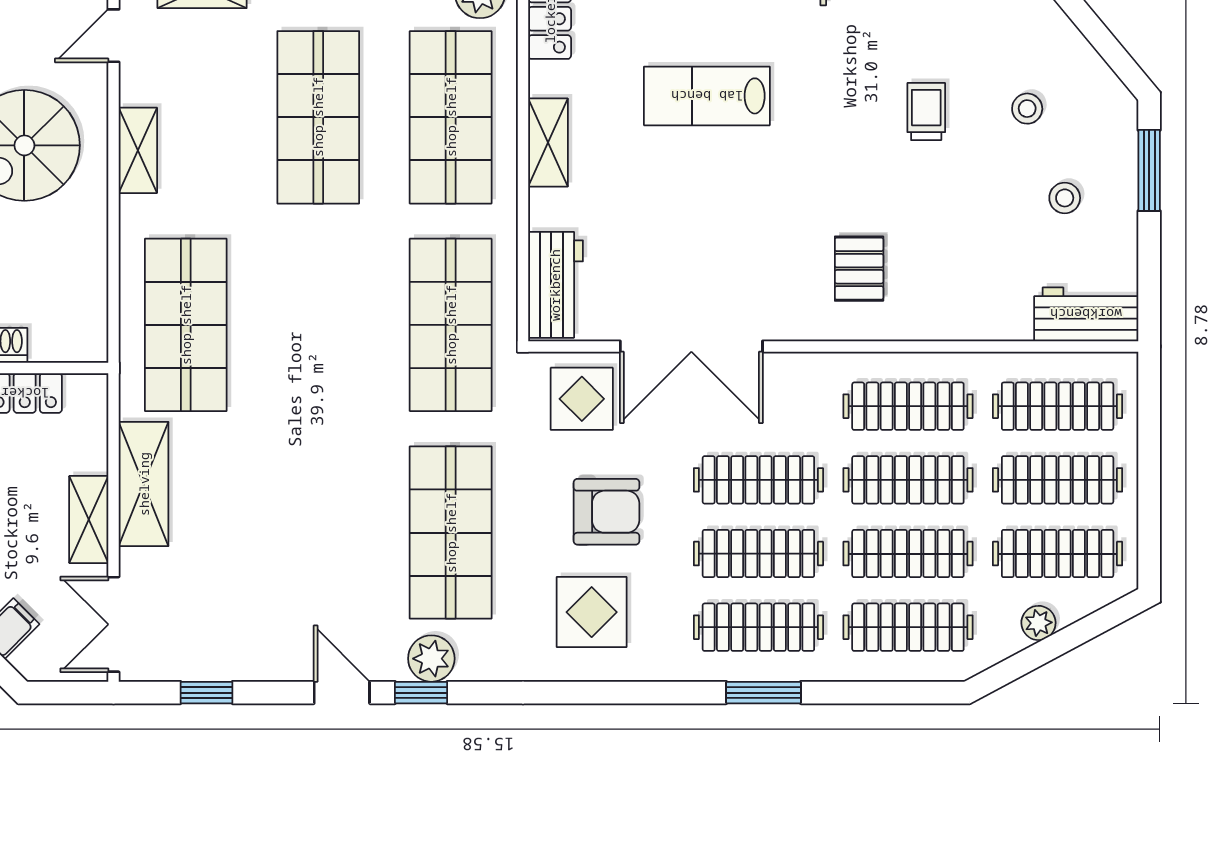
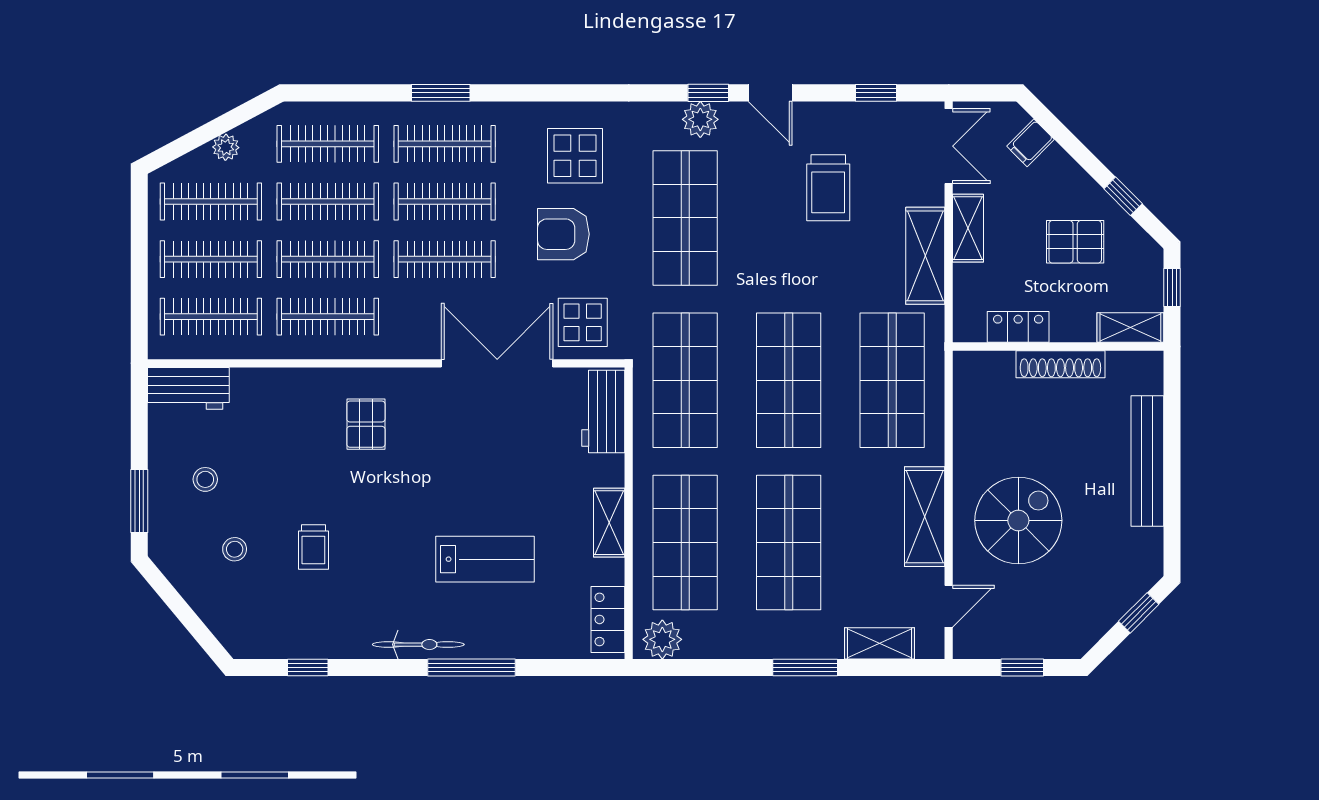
shelving: (138, 150) -> (925, 517), width x1.50, depth x1.33
shop shelf: (318, 325) -> (789, 380), added
trolley: (268, 571) -> (828, 188), added

